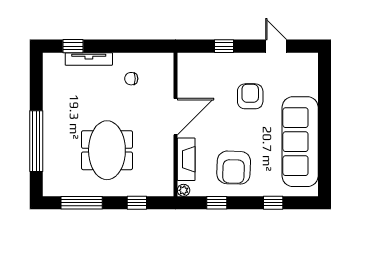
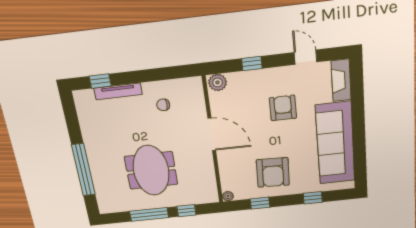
plant: (188, 62) -> (218, 82), added
door: (176, 117) -> (212, 134), hinge flipped
fireplace: (186, 159) -> (341, 80), moved, turned 180
window: (82, 203) -> (149, 214), moved

